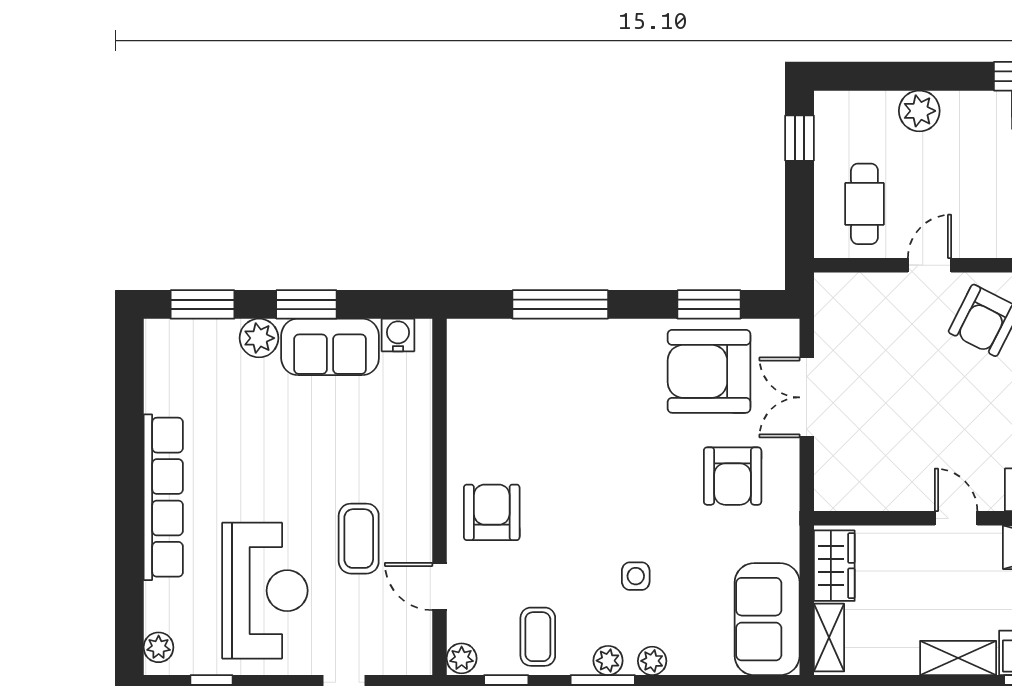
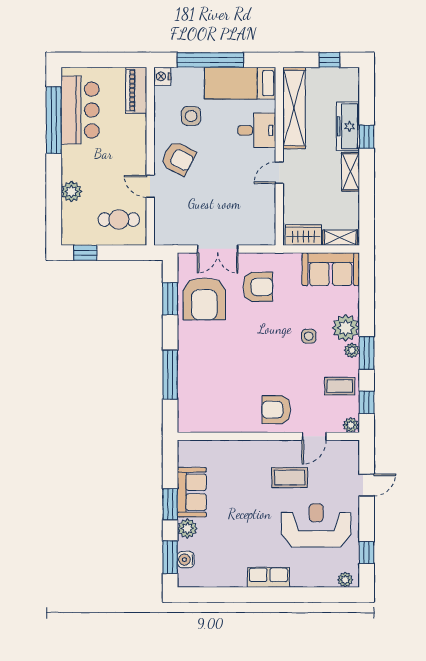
water cooler: (398, 335) -> (186, 560), moved
row of seats: (163, 497) -> (269, 577), width x0.50
plant: (652, 661) -> (346, 328), width x1.87, depth x1.87

